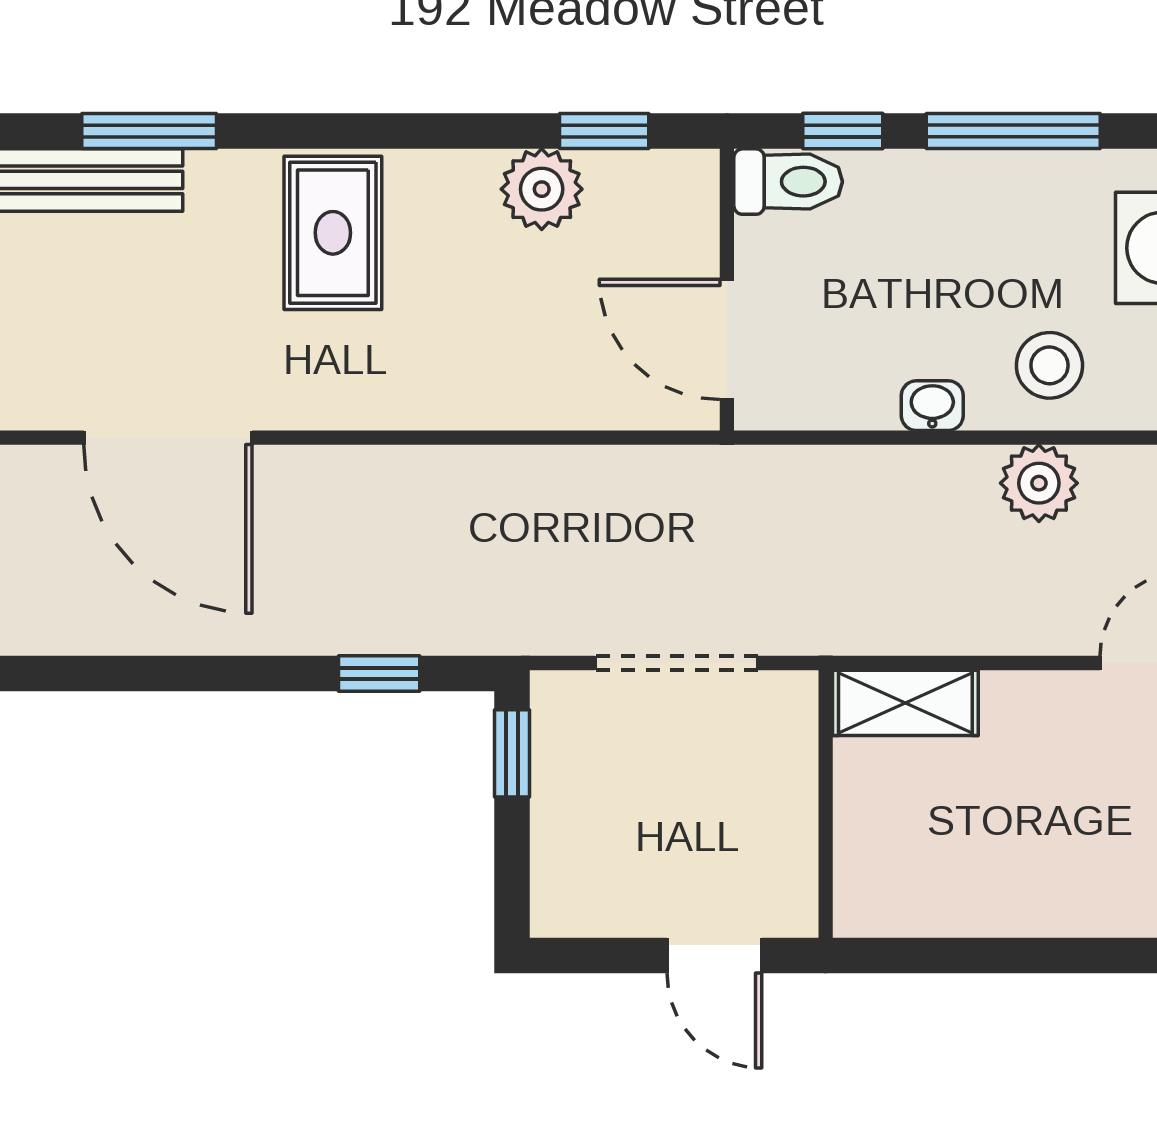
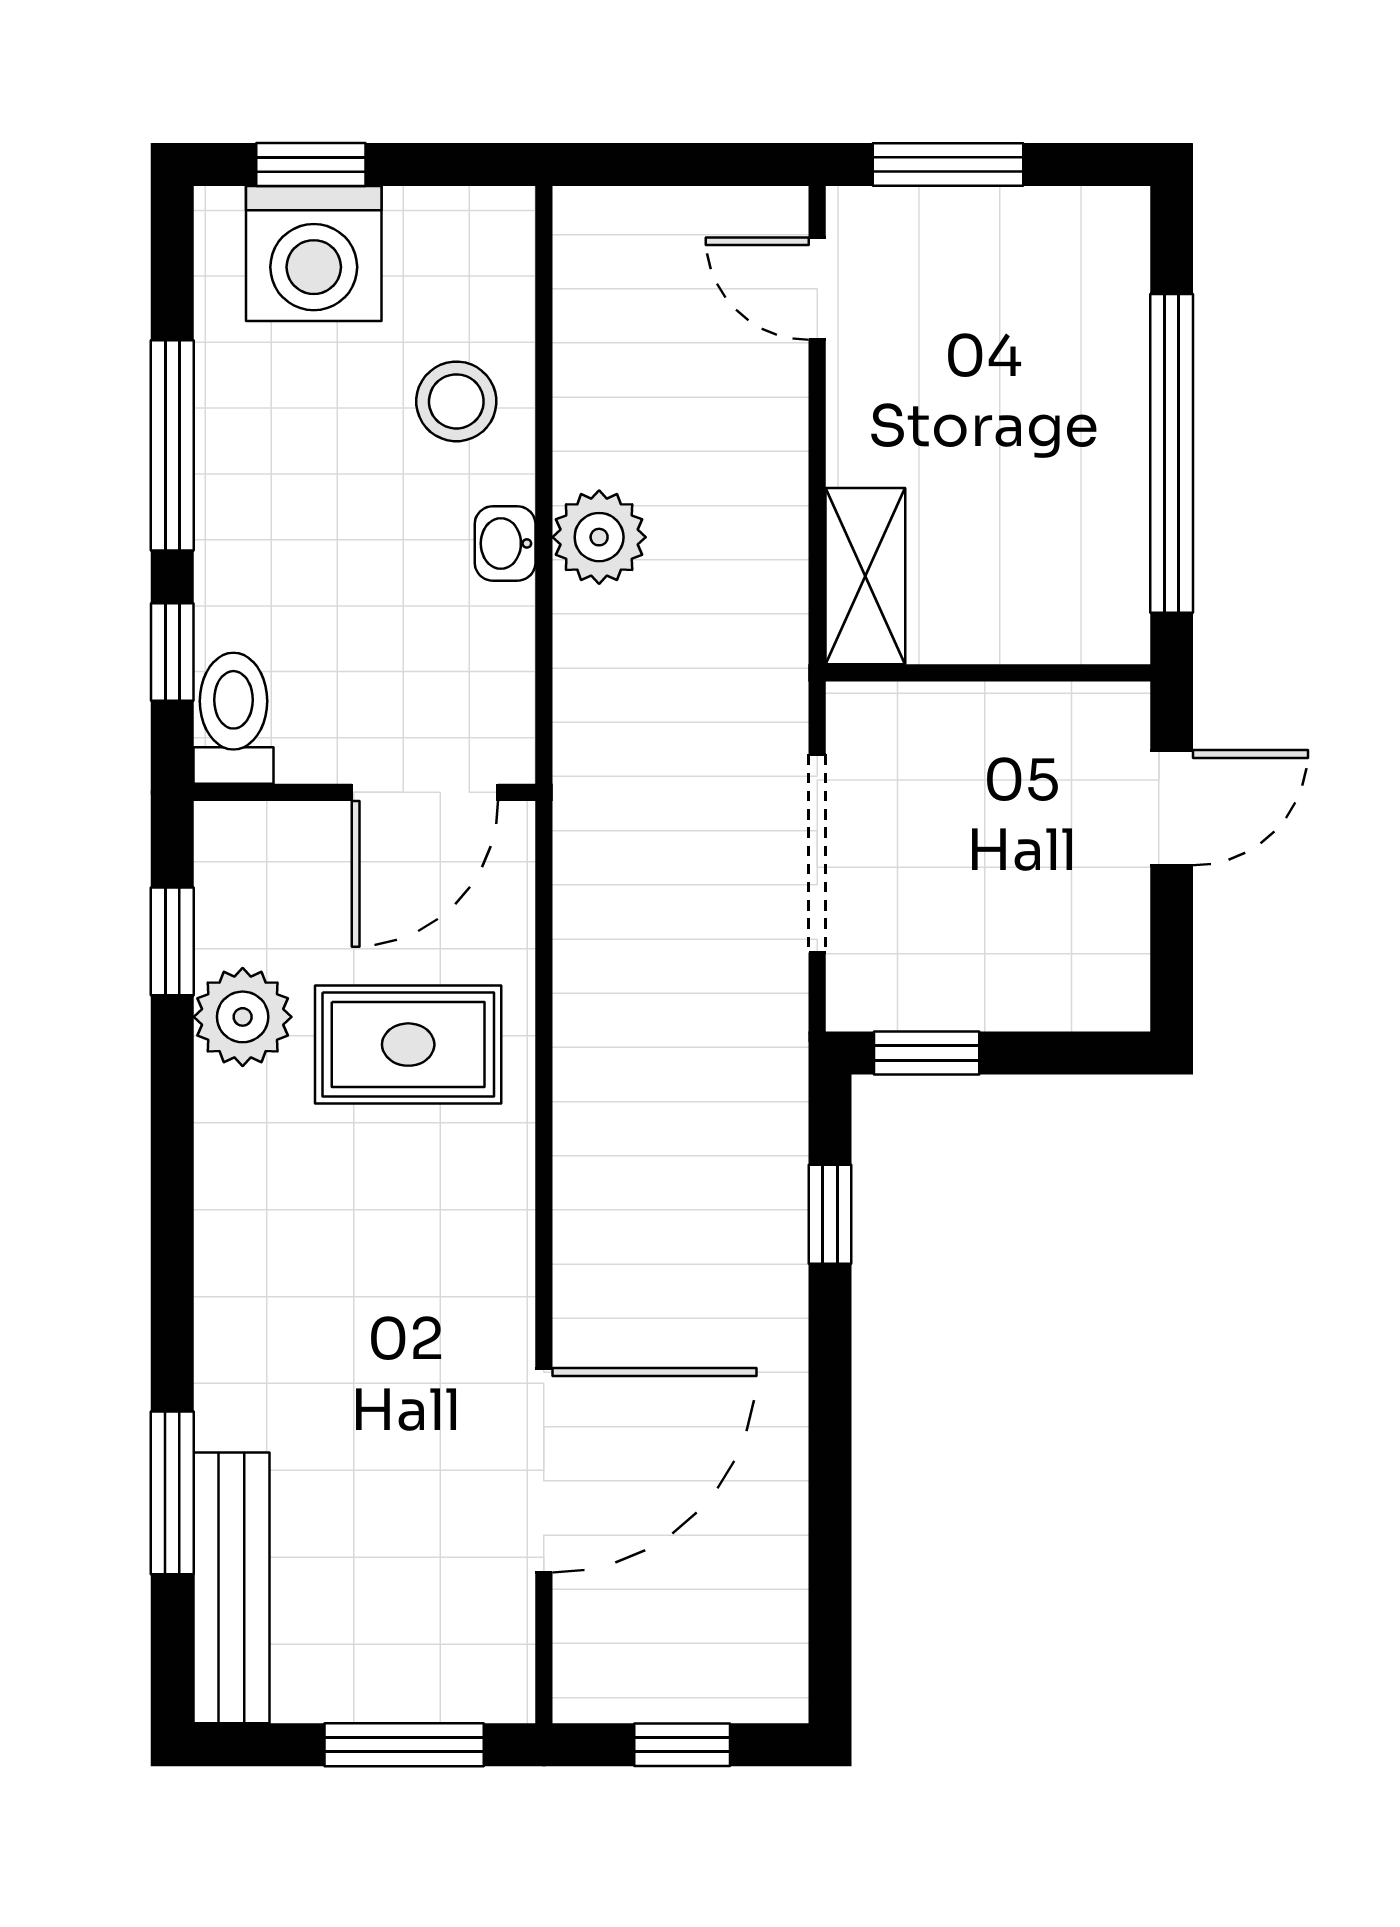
rug: (333, 233) -> (408, 1045), moved
plant: (1039, 483) -> (599, 537), moved
window: (1007, 955) -> (1172, 453), added

